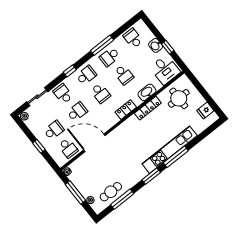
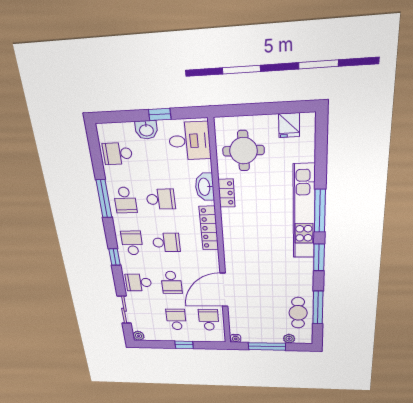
locker: (148, 108) -> (226, 193), width x0.66
locker: (126, 110) -> (209, 228), width x1.53
school desk: (77, 112) -> (171, 282), turned 180
school desk: (68, 148) -> (209, 320), turned -90

